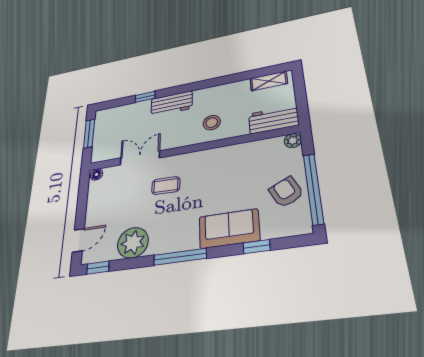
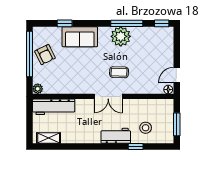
workbench: (274, 119) -> (54, 107), width x1.37
stool: (212, 123) -> (146, 128), moved
double door: (140, 158) -> (108, 96), moved
door: (78, 240) -> (177, 75), moved
plant: (133, 243) -> (121, 36), moved
window: (180, 257) -> (127, 23), moved

